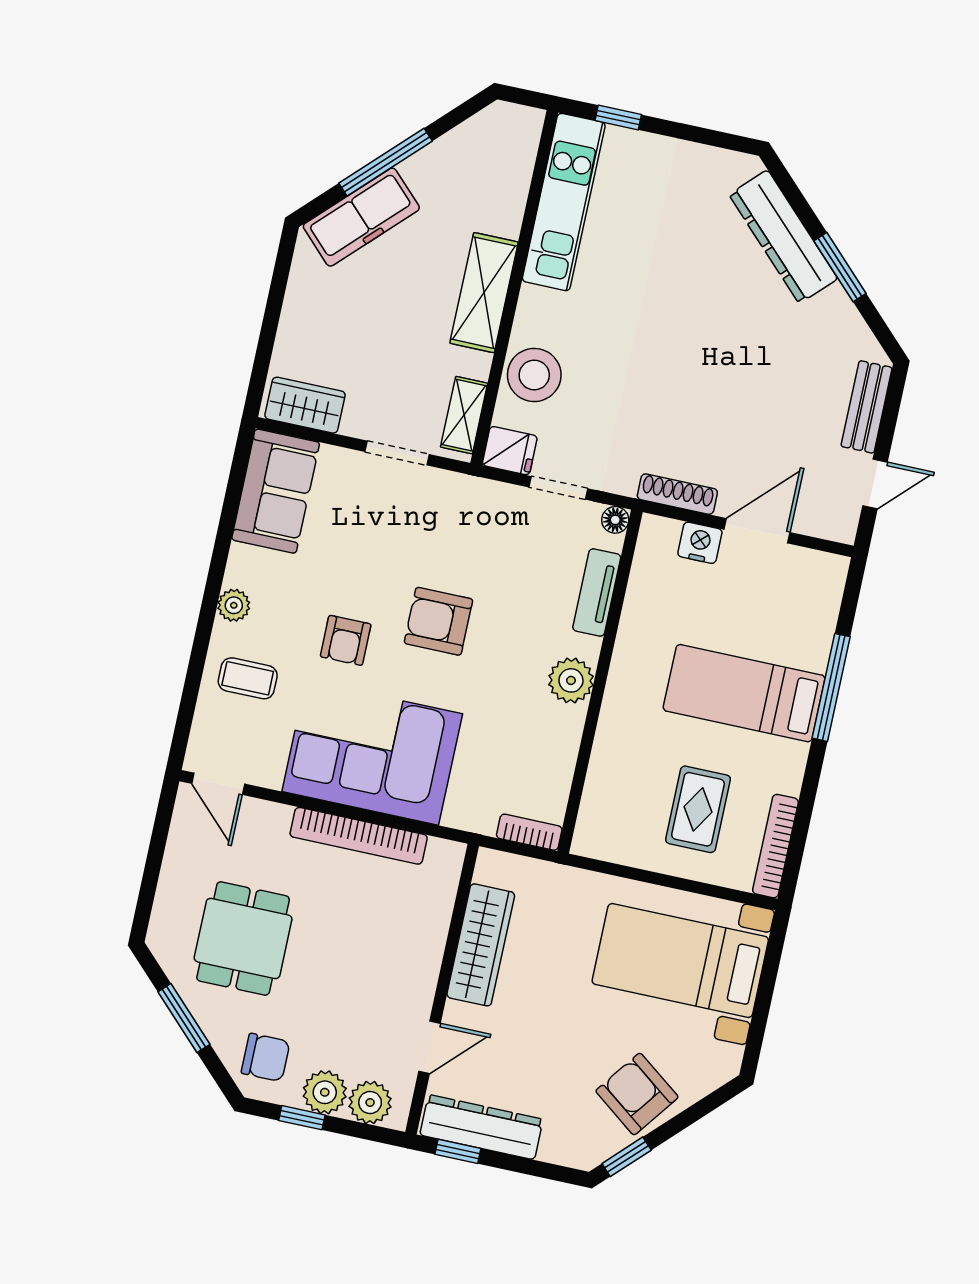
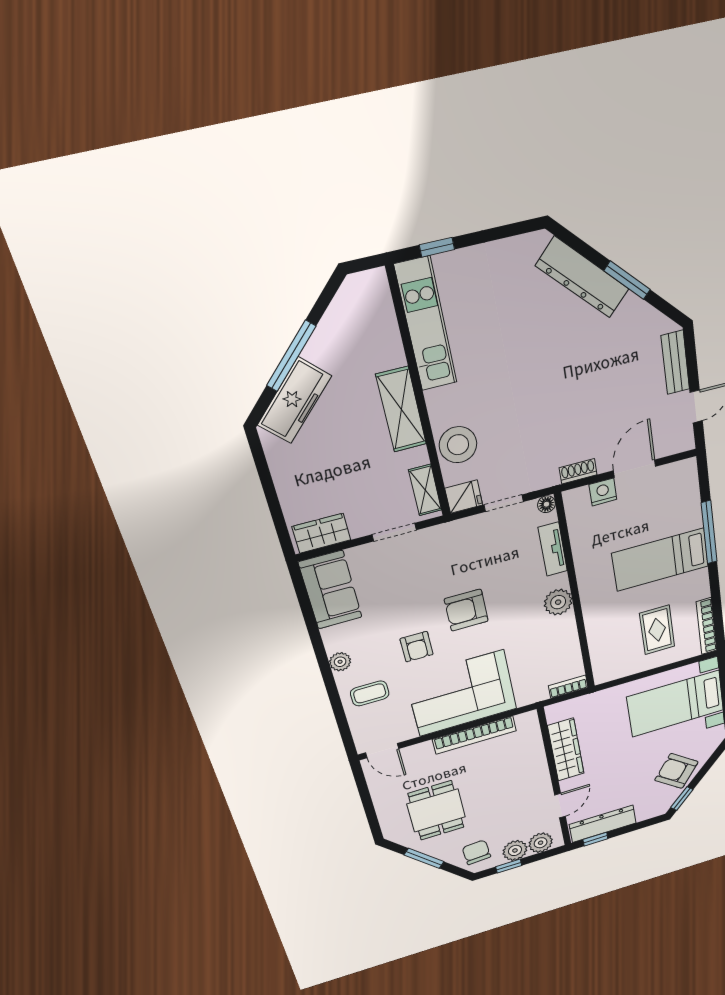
shoe rack: (677, 494) -> (578, 471), width x0.70
chair: (266, 1057) -> (476, 852), turned -94

